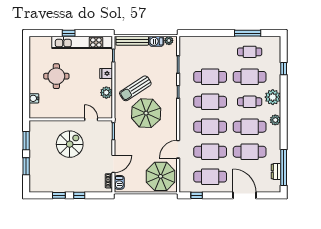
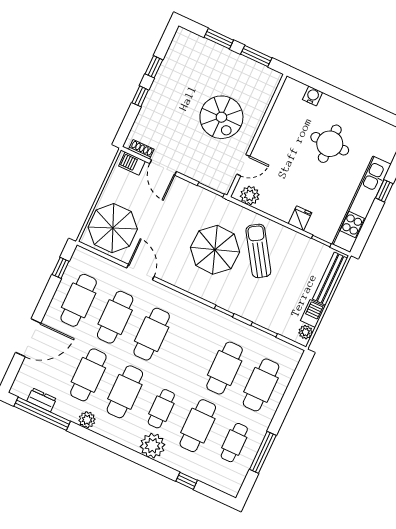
plant: (106, 93) -> (250, 195), moved
cafe table: (210, 102) -> (261, 385), moved
plant: (275, 120) -> (87, 420), moved

